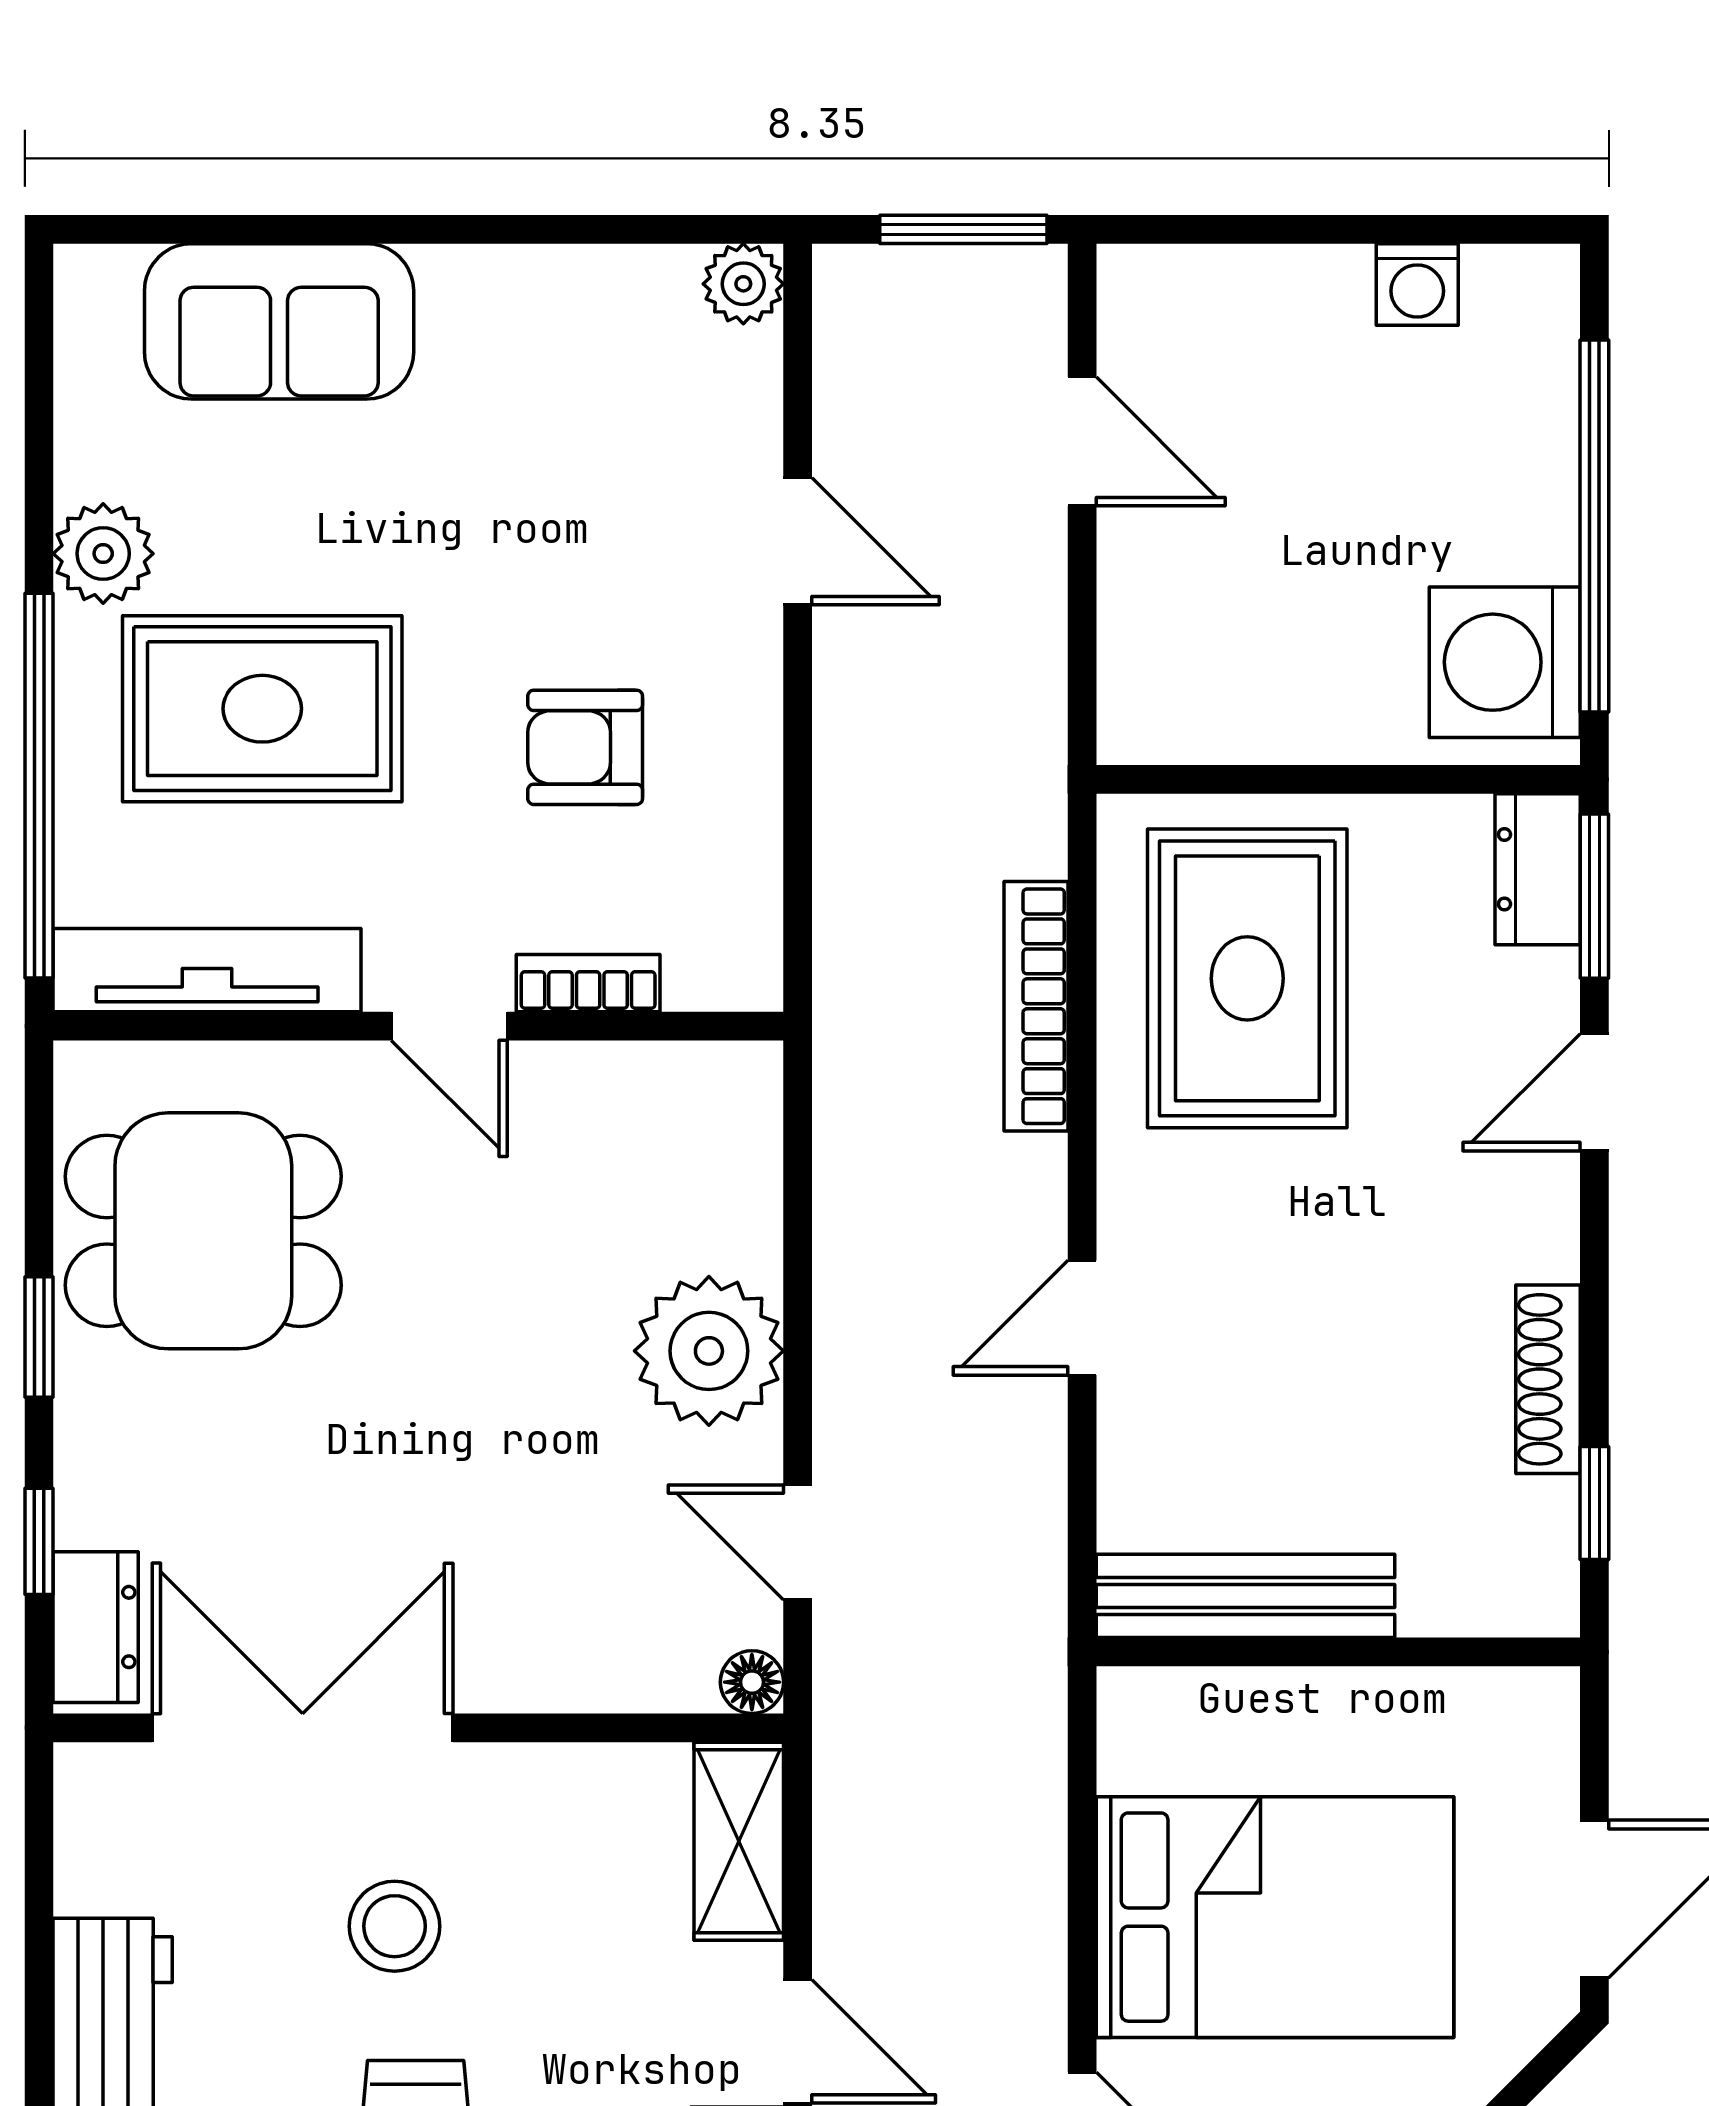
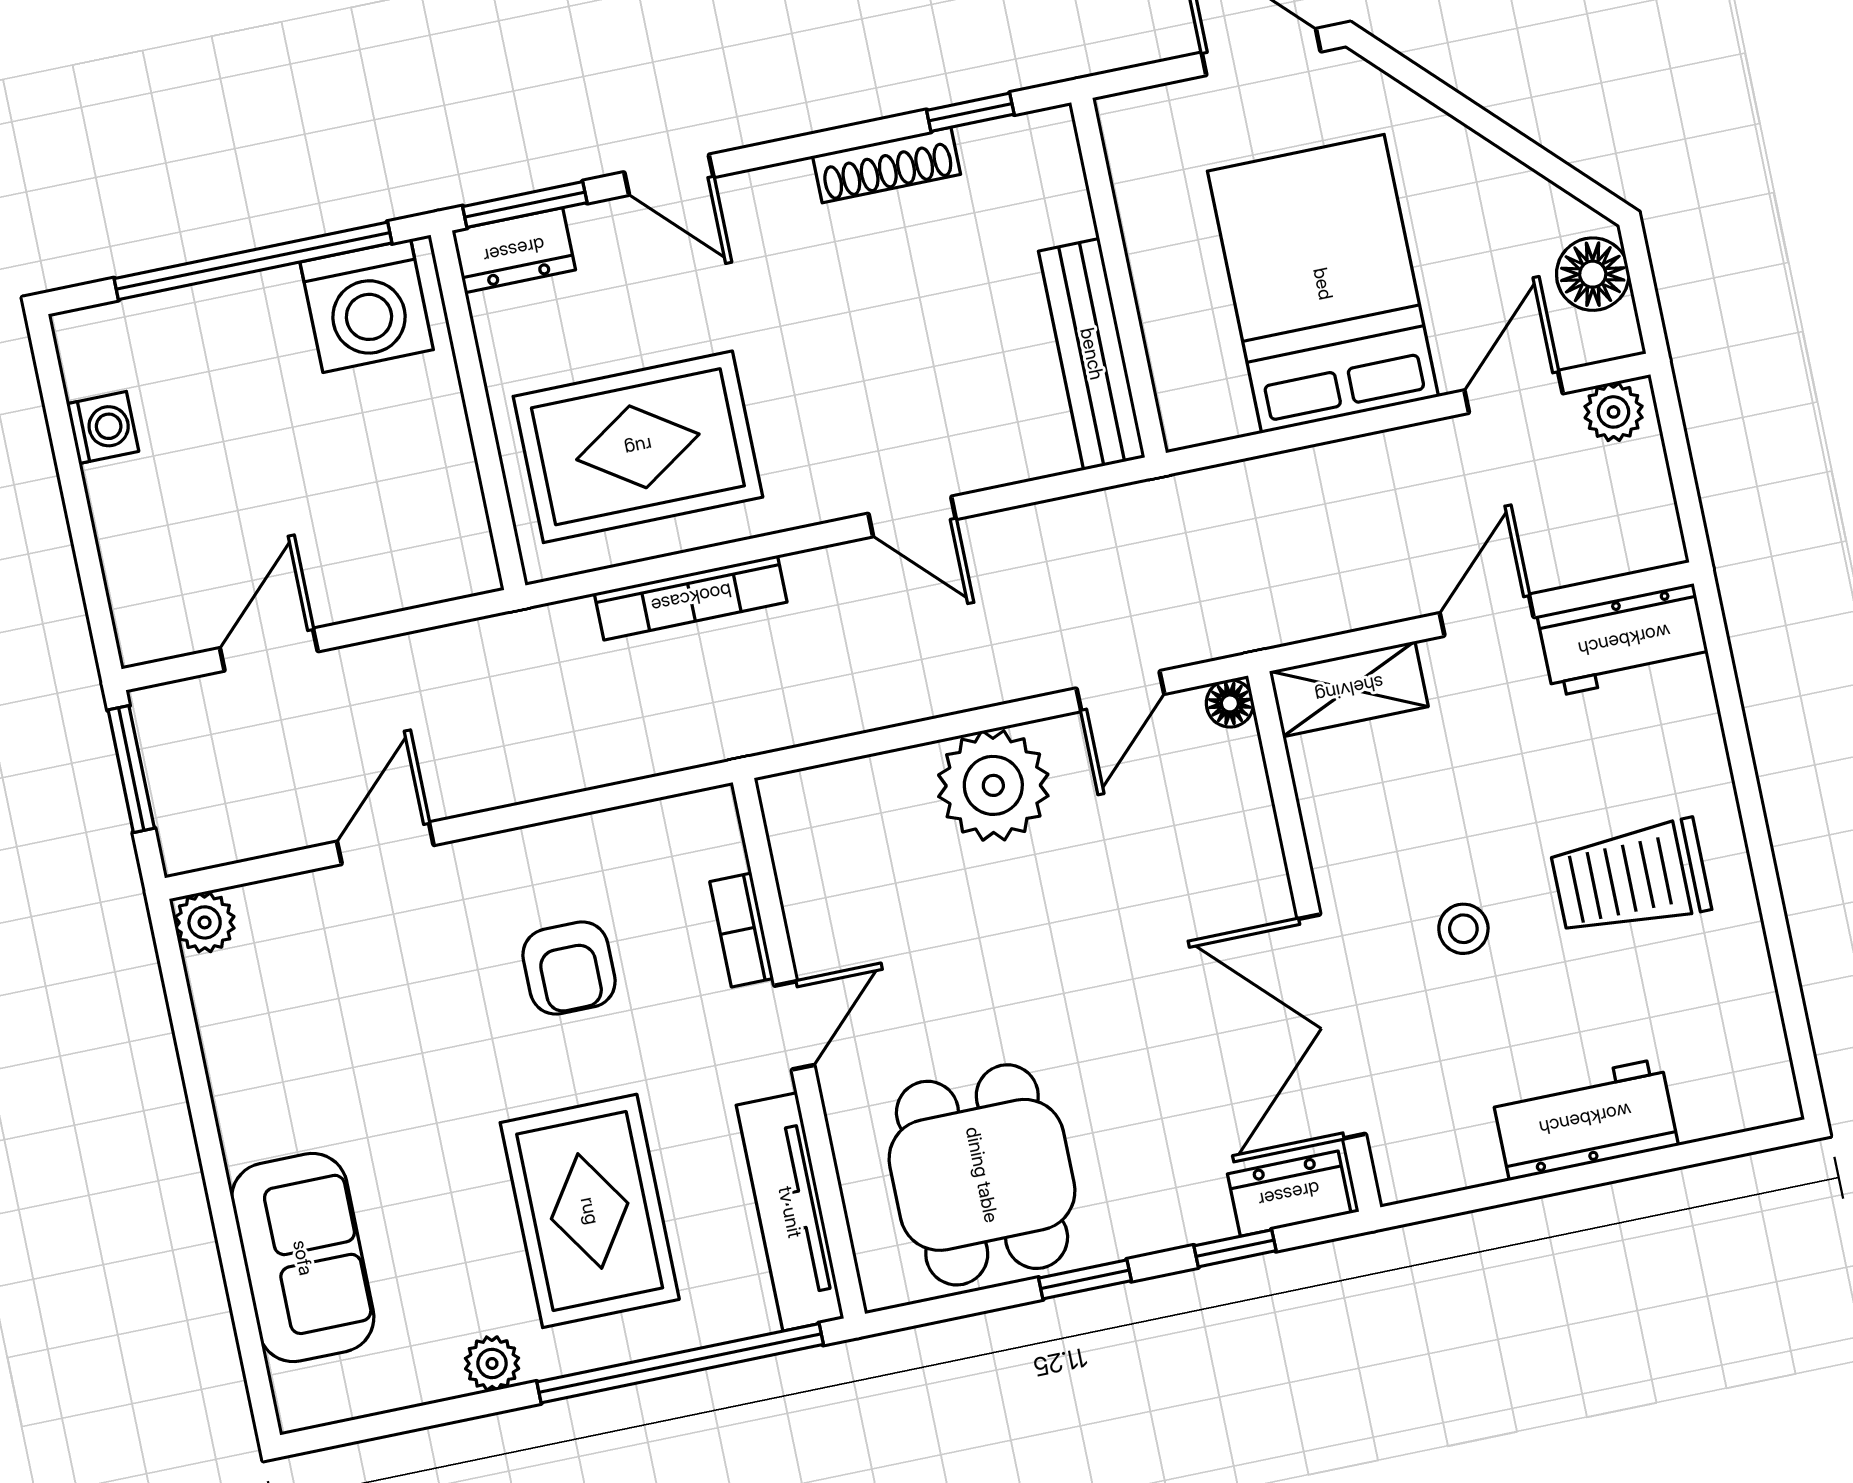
plant: (103, 554) -> (492, 1363), width x0.73, depth x0.73
stool: (395, 1926) -> (1463, 929), width x0.73, depth x0.73

